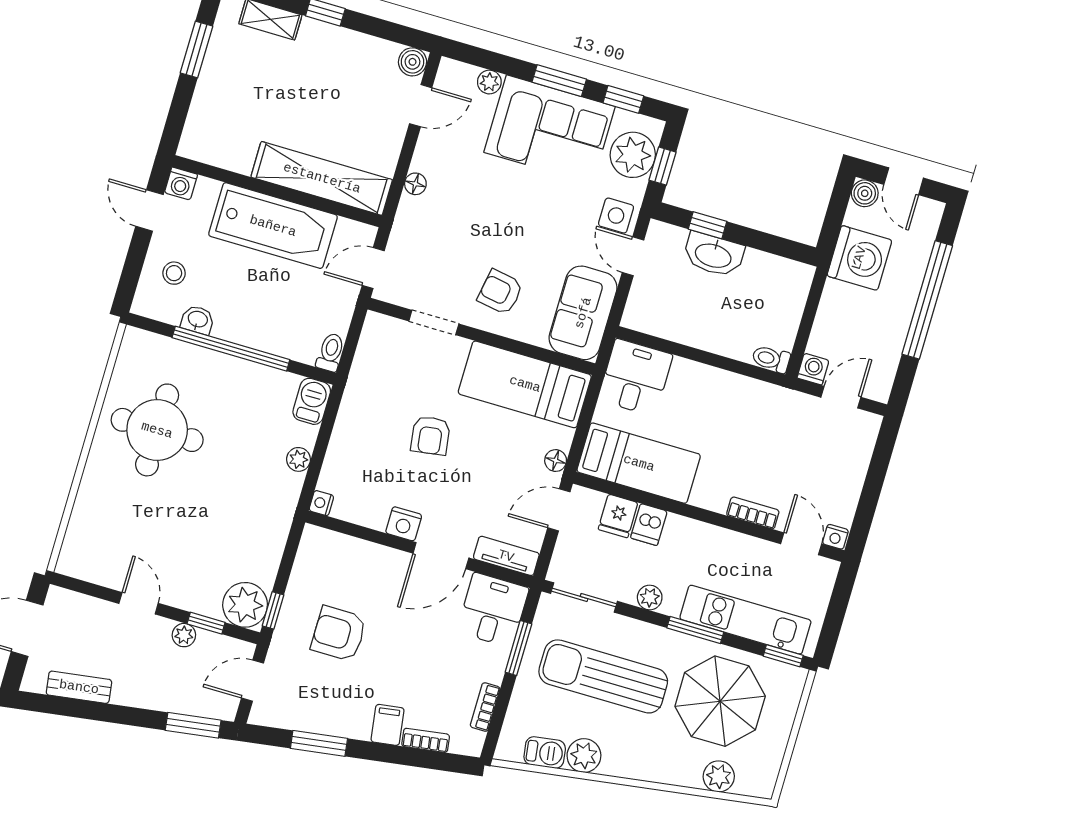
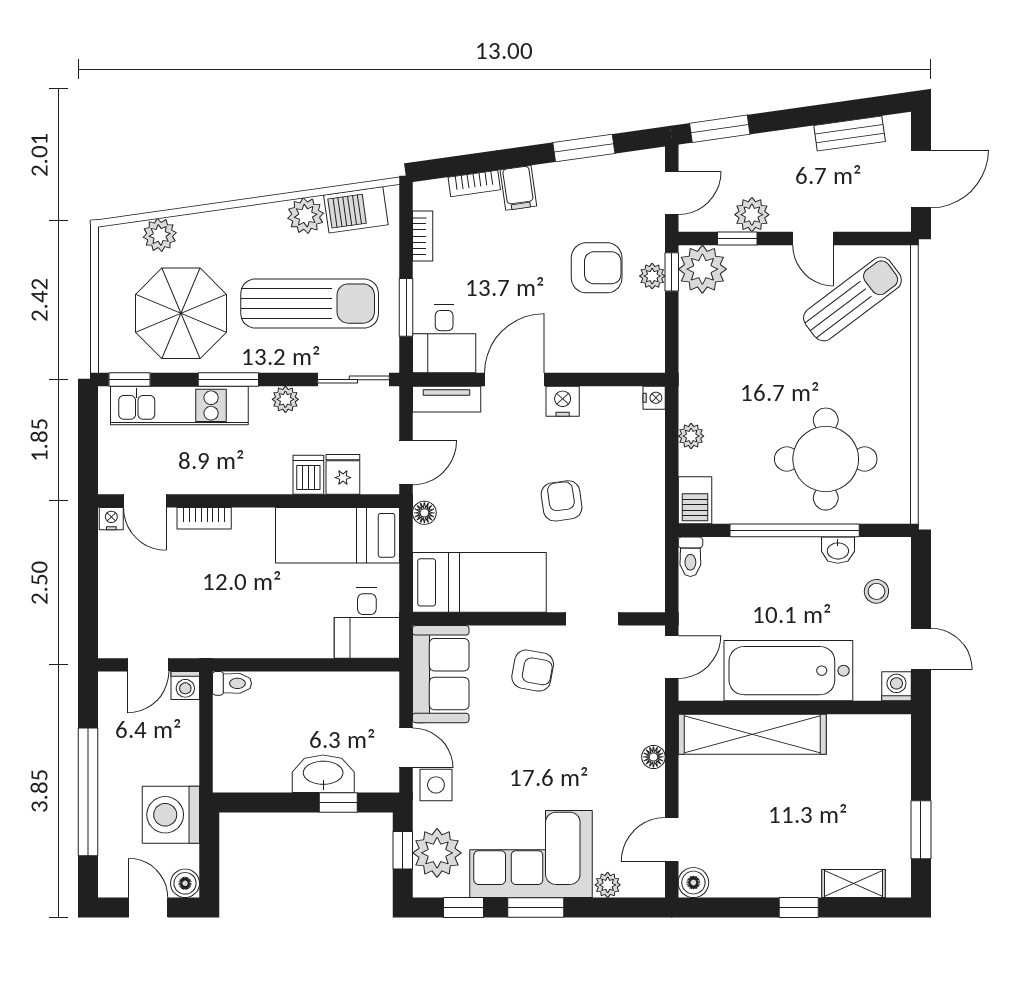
round table: (157, 430) -> (826, 459), moved
sun lounger: (119, 539) -> (852, 299), added
plant: (291, 612) -> (652, 276), added
plant: (184, 635) -> (752, 215), width x1.38, depth x1.38
barbecue: (545, 753) -> (356, 210), width x1.38, depth x1.27

